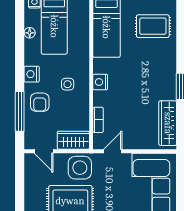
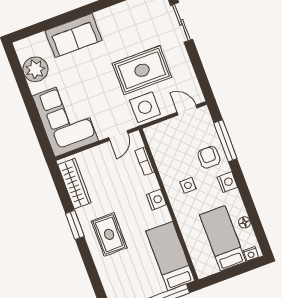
rug: (153, 26) -> (109, 234), moved, turned 90
wardrobe: (73, 140) -> (162, 132), removed

